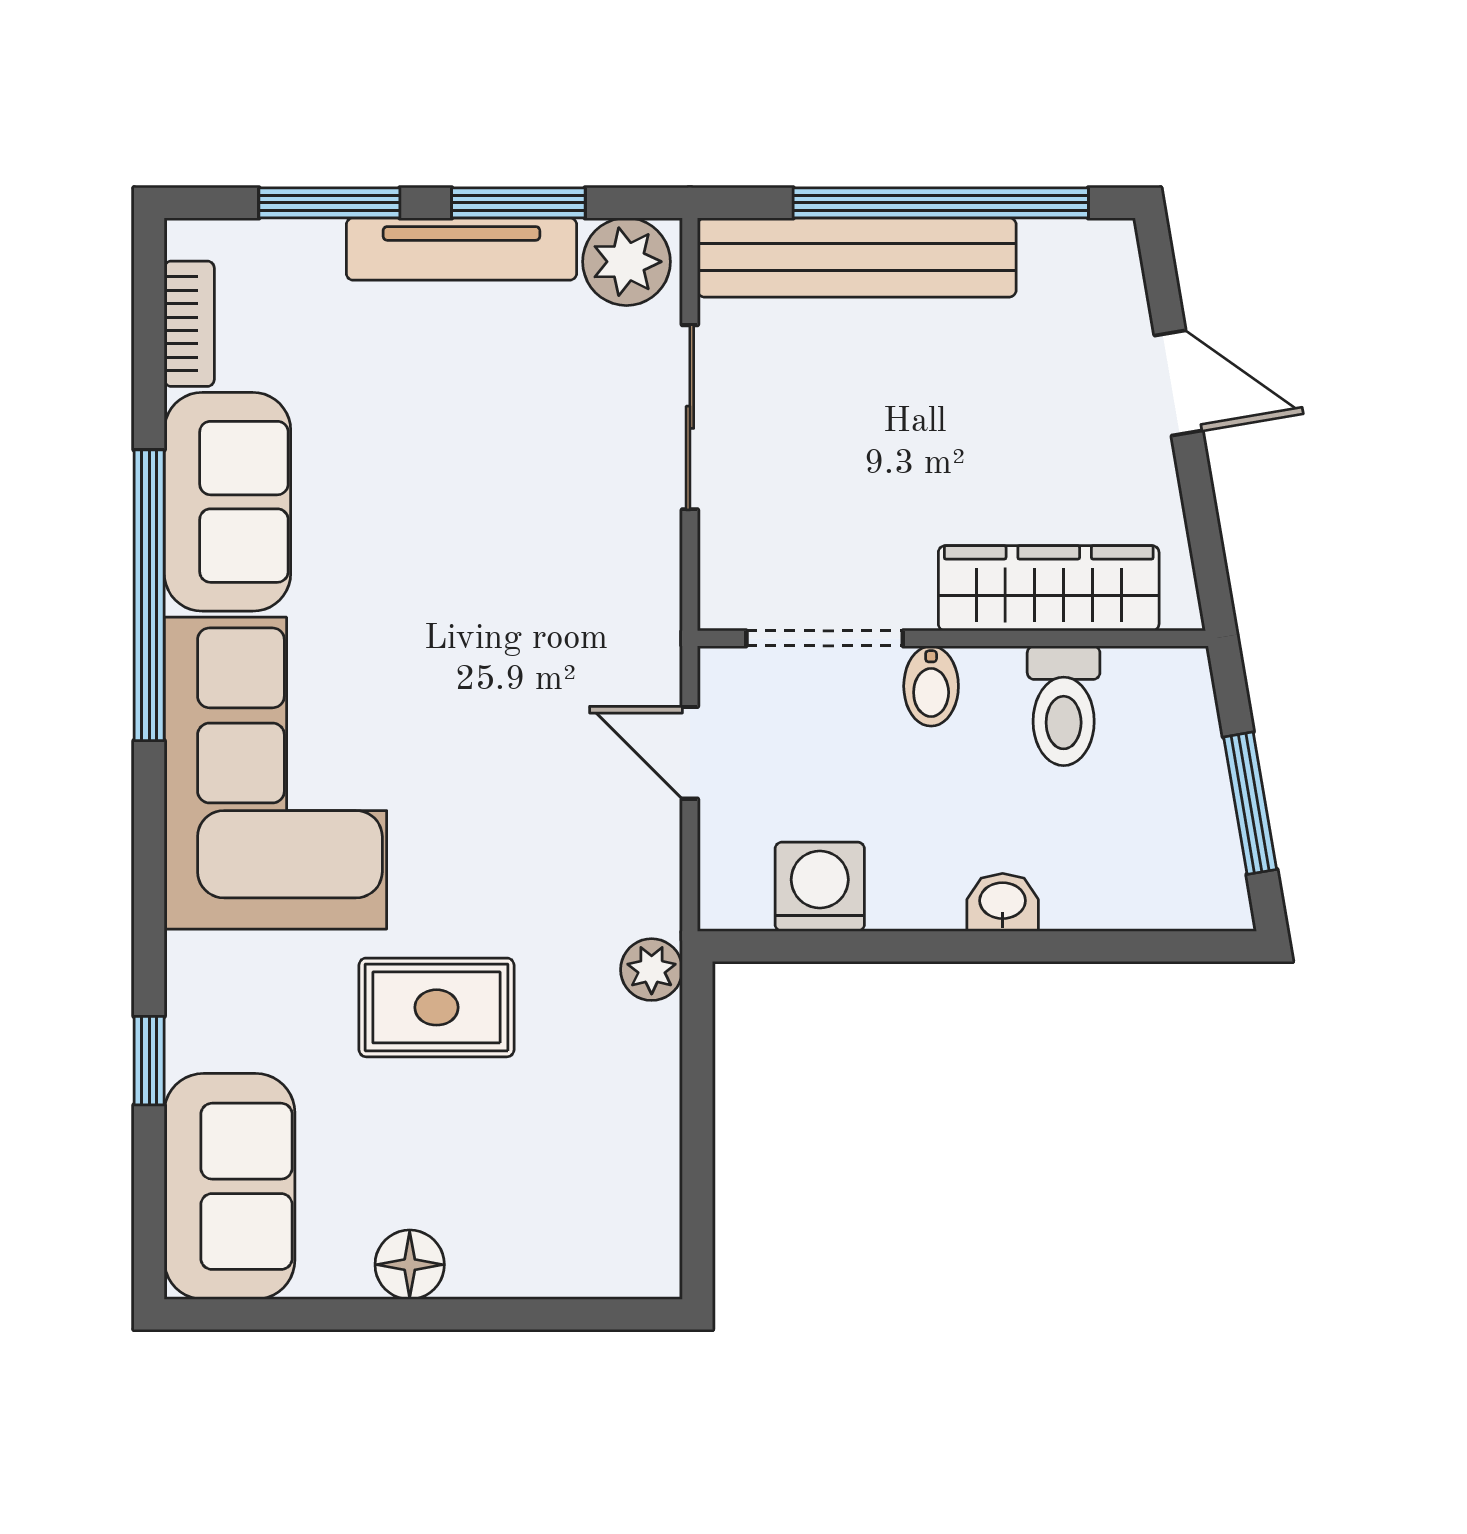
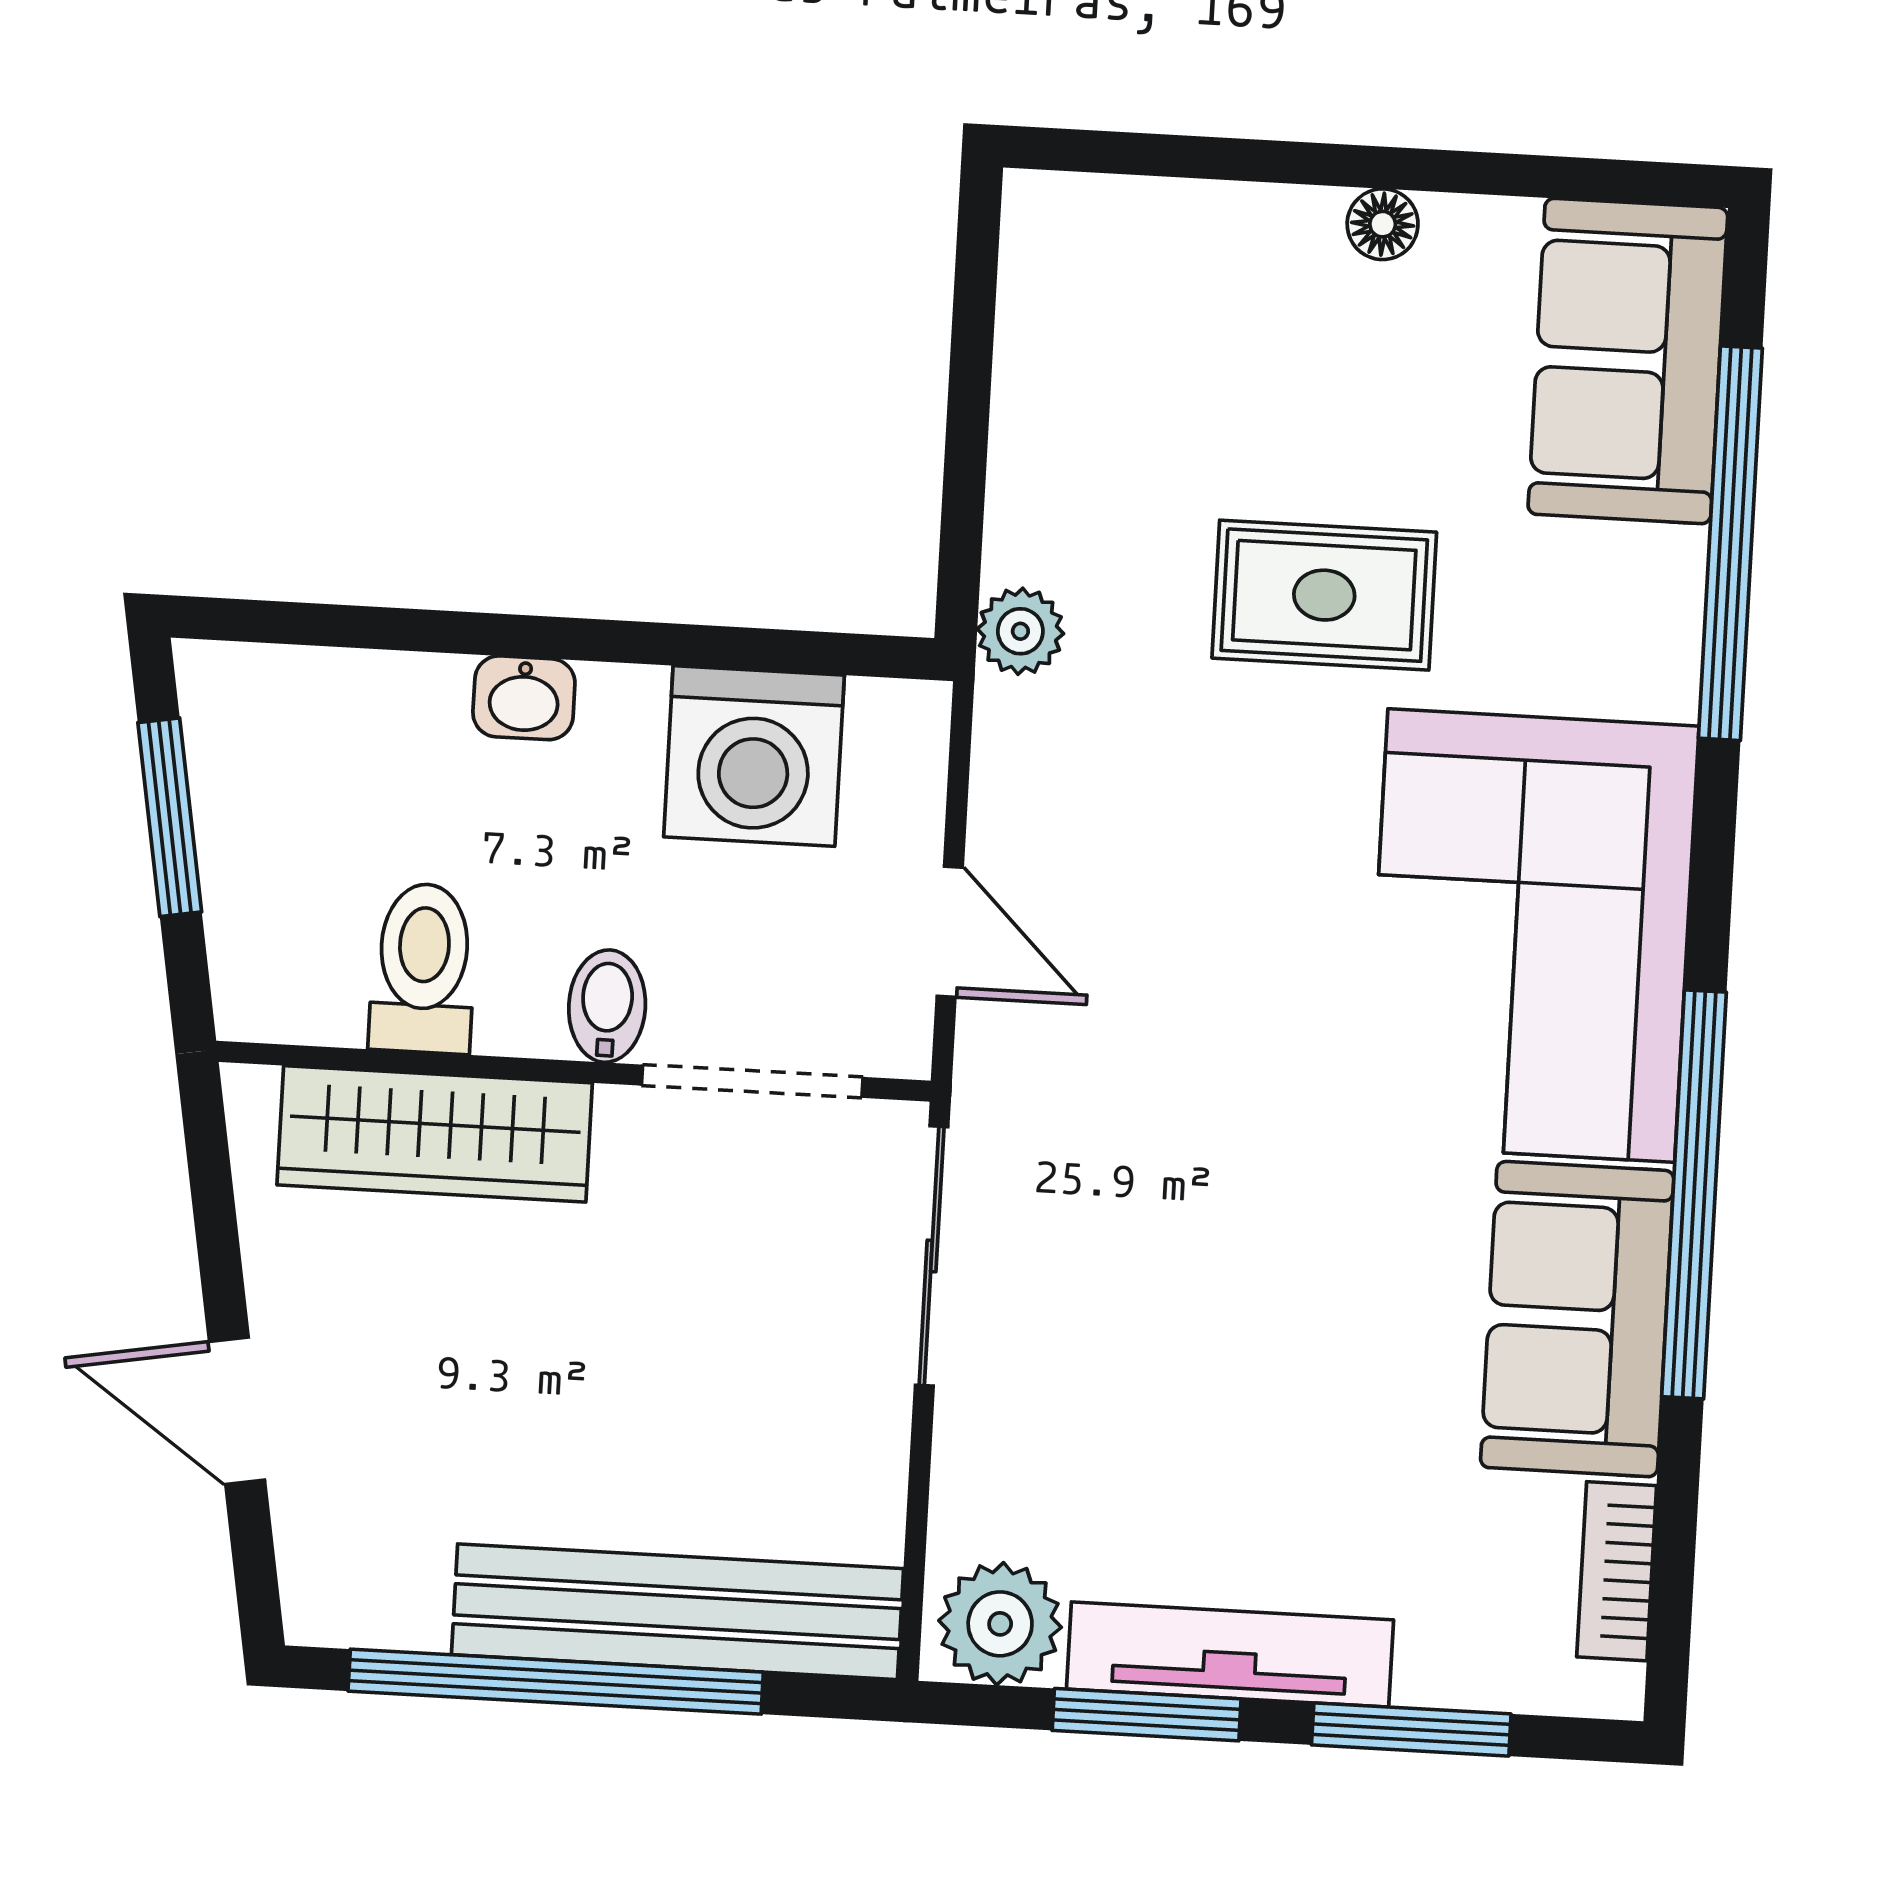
sliding door: (690, 417) -> (932, 1256), moved
washing machine: (820, 887) -> (754, 756), width x1.37, depth x1.37
window: (149, 1061) -> (1730, 543), width x3.17
floor lamp: (410, 1265) -> (1383, 224), width x0.73, depth x0.73

